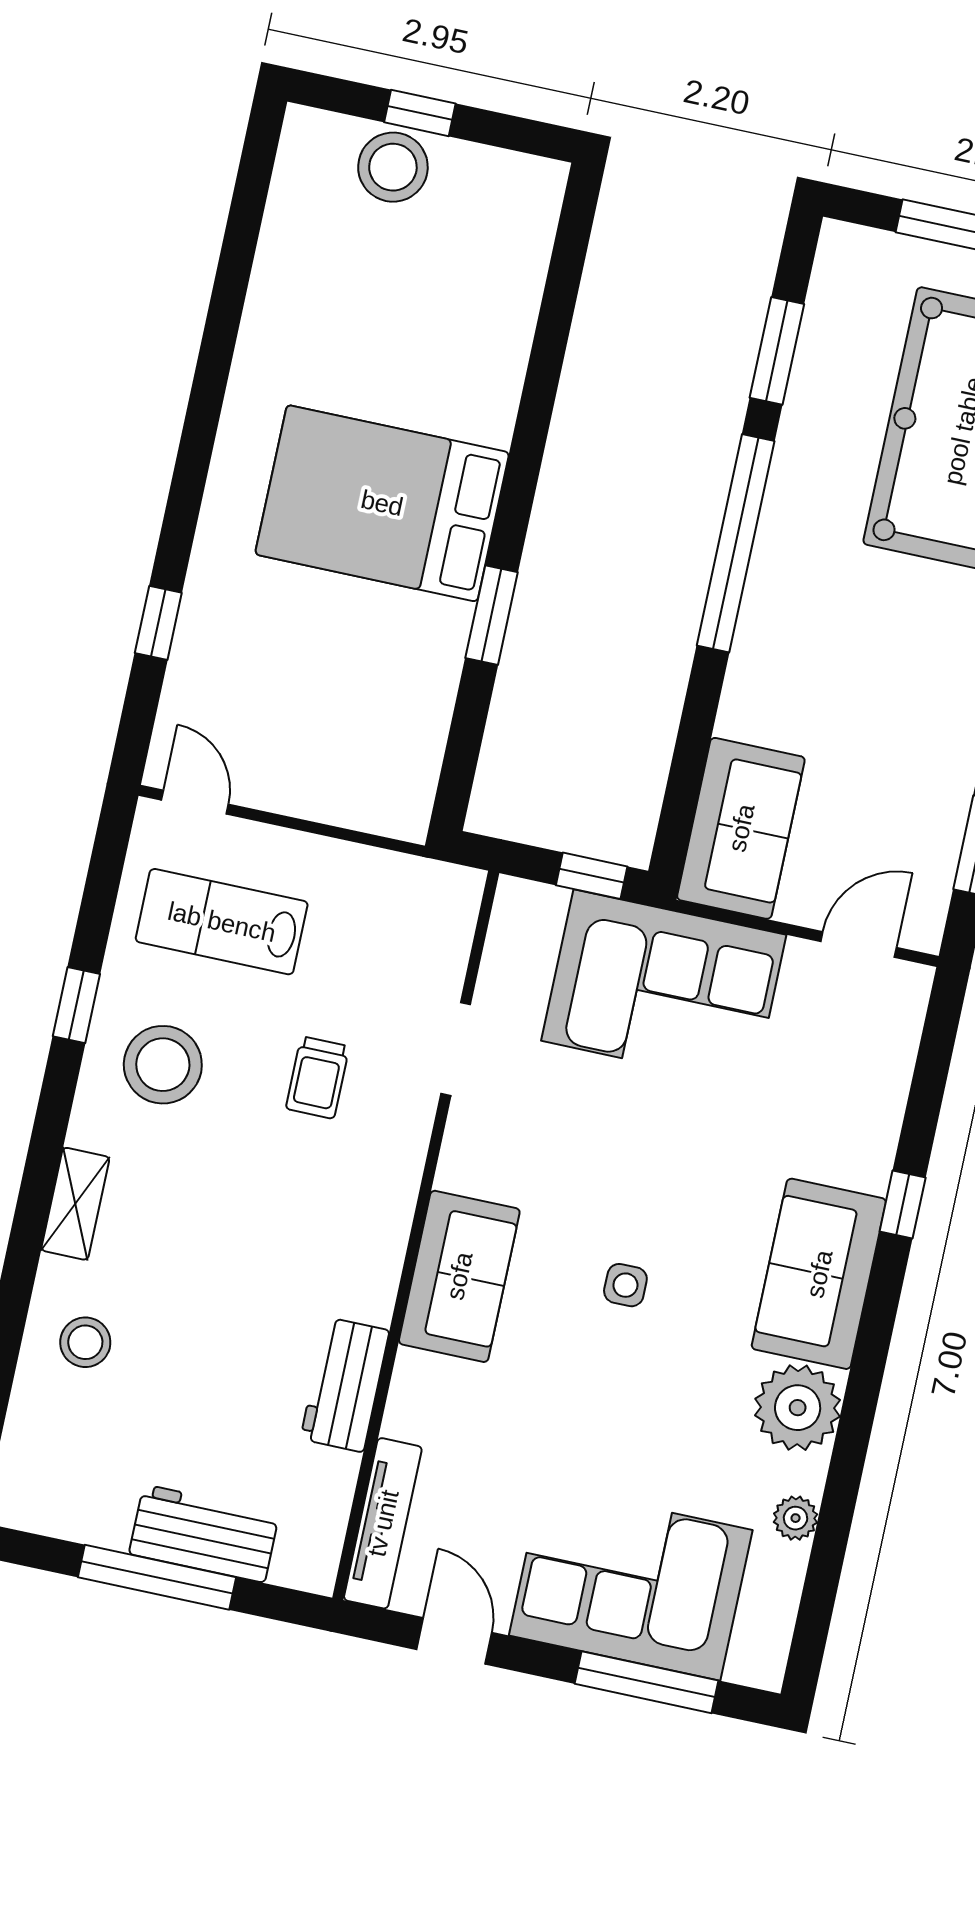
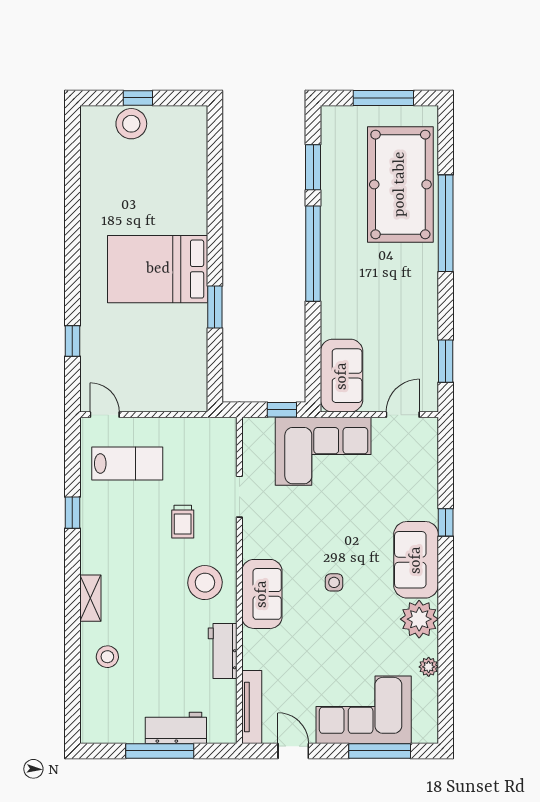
lab bench: (222, 922) -> (127, 463), turned 180
stool: (163, 1065) -> (205, 583), moved

